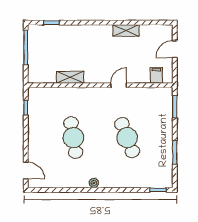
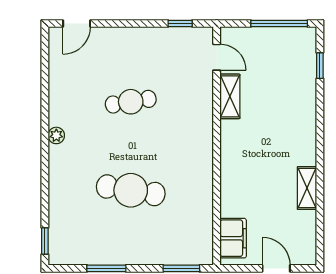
filing cabinet: (156, 75) -> (233, 238), width x2.00
door: (119, 85) -> (217, 57), moved
cafe table: (73, 138) -> (131, 102), width x0.73, depth x0.74
cafe table: (127, 138) -> (131, 190), turned 30

